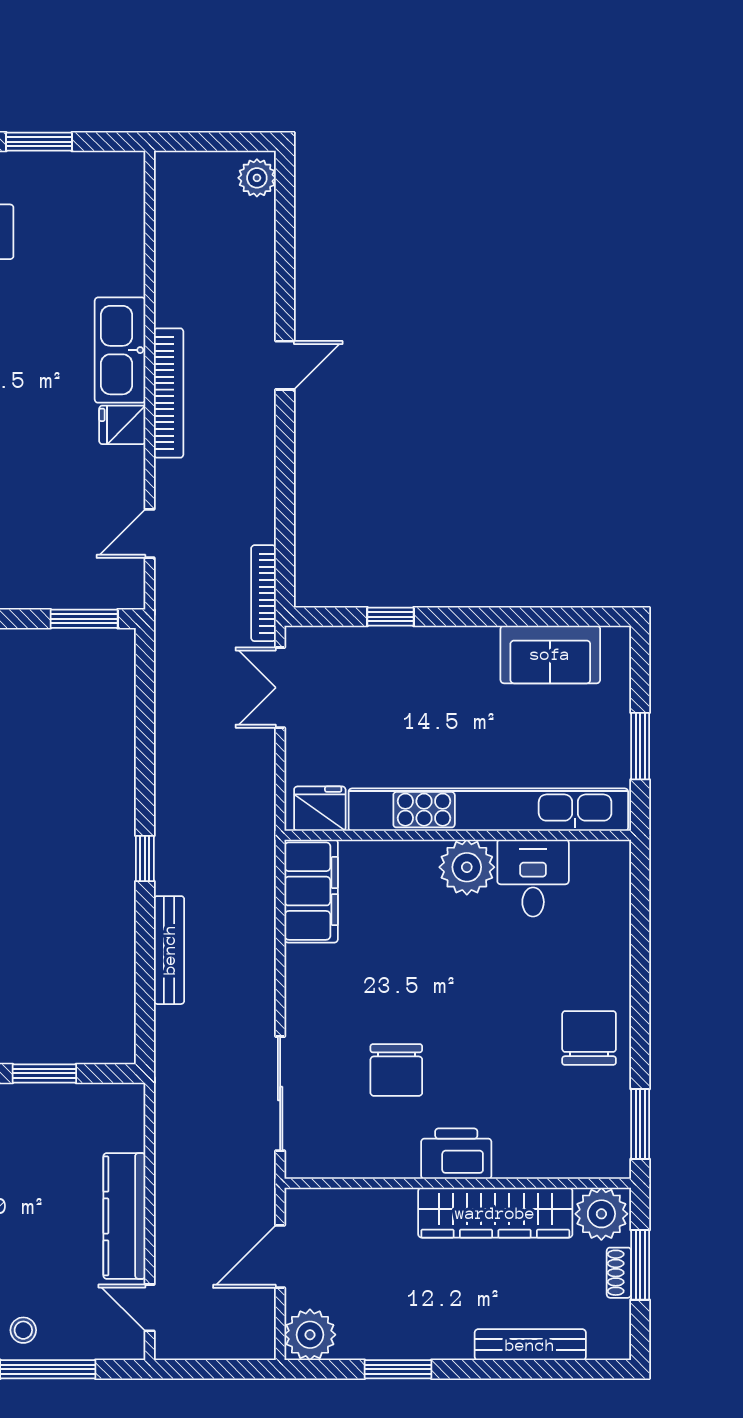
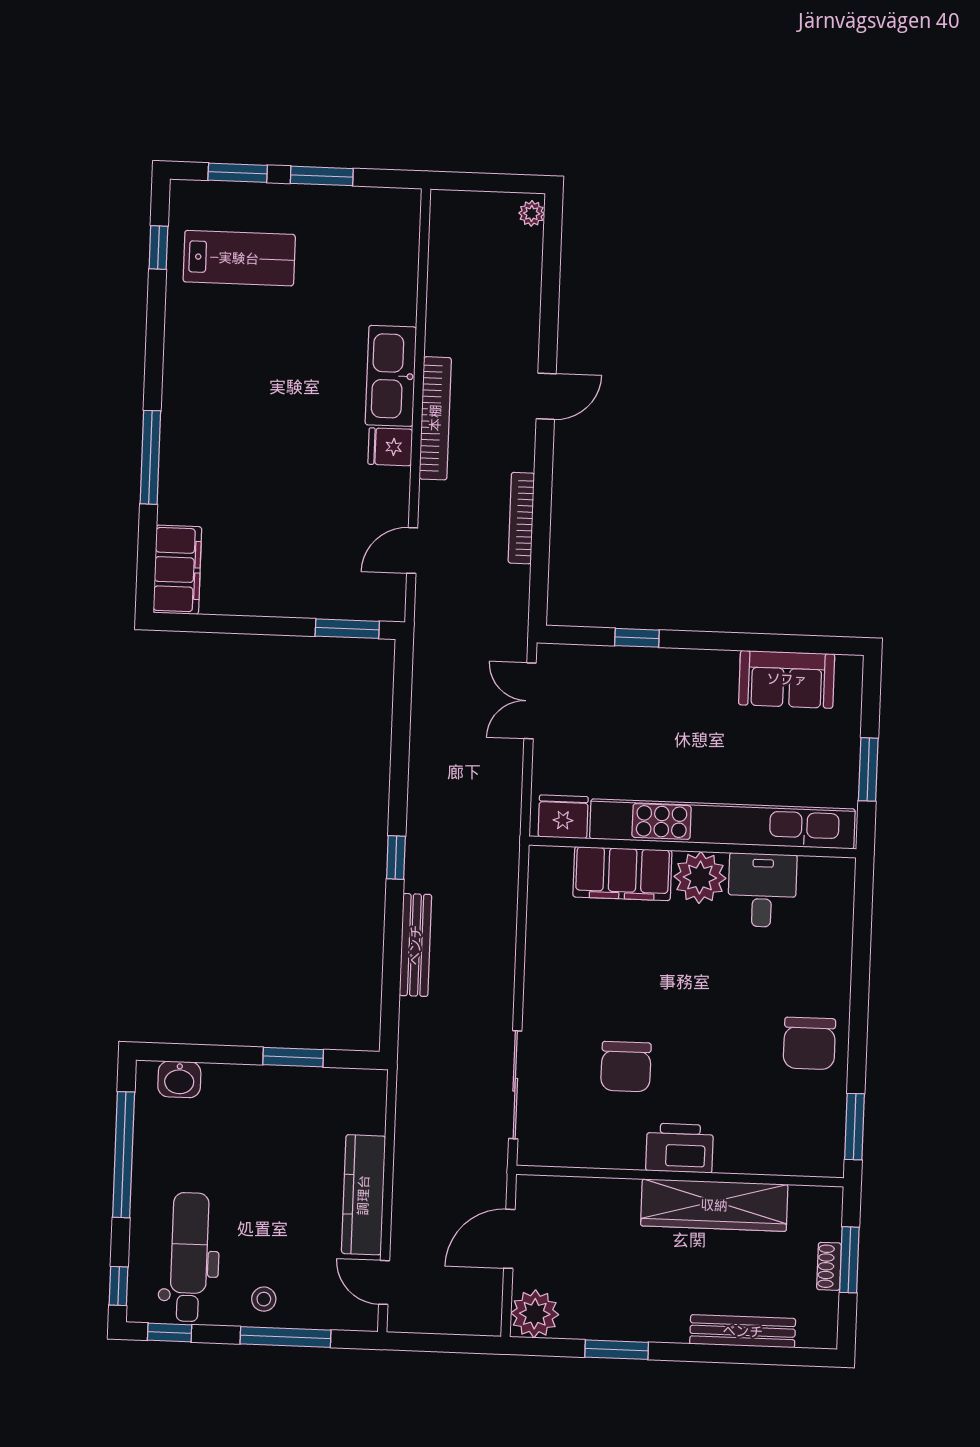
plant: (257, 178) -> (532, 213), width x0.73, depth x0.73
bookcase: (263, 593) -> (521, 518), moved
filing cabinet: (311, 891) -> (622, 874), moved, turned 90
chair: (589, 1038) -> (809, 1043), turned 180
plant: (601, 1214) -> (815, 1210), removed

